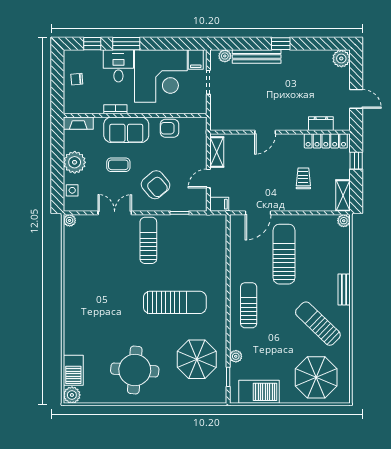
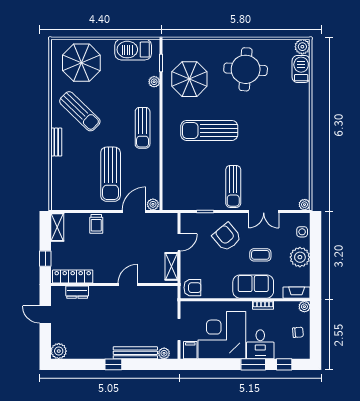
plant: (70, 108) -> (304, 307), added
armchair: (170, 128) -> (192, 288), moved
trolley: (303, 178) -> (96, 224), moved
filing cabinet: (219, 204) -> (169, 219), removed
plant: (344, 221) -> (153, 204), moved

